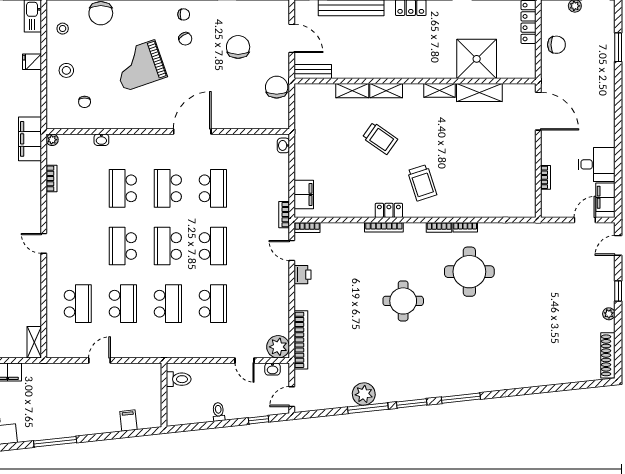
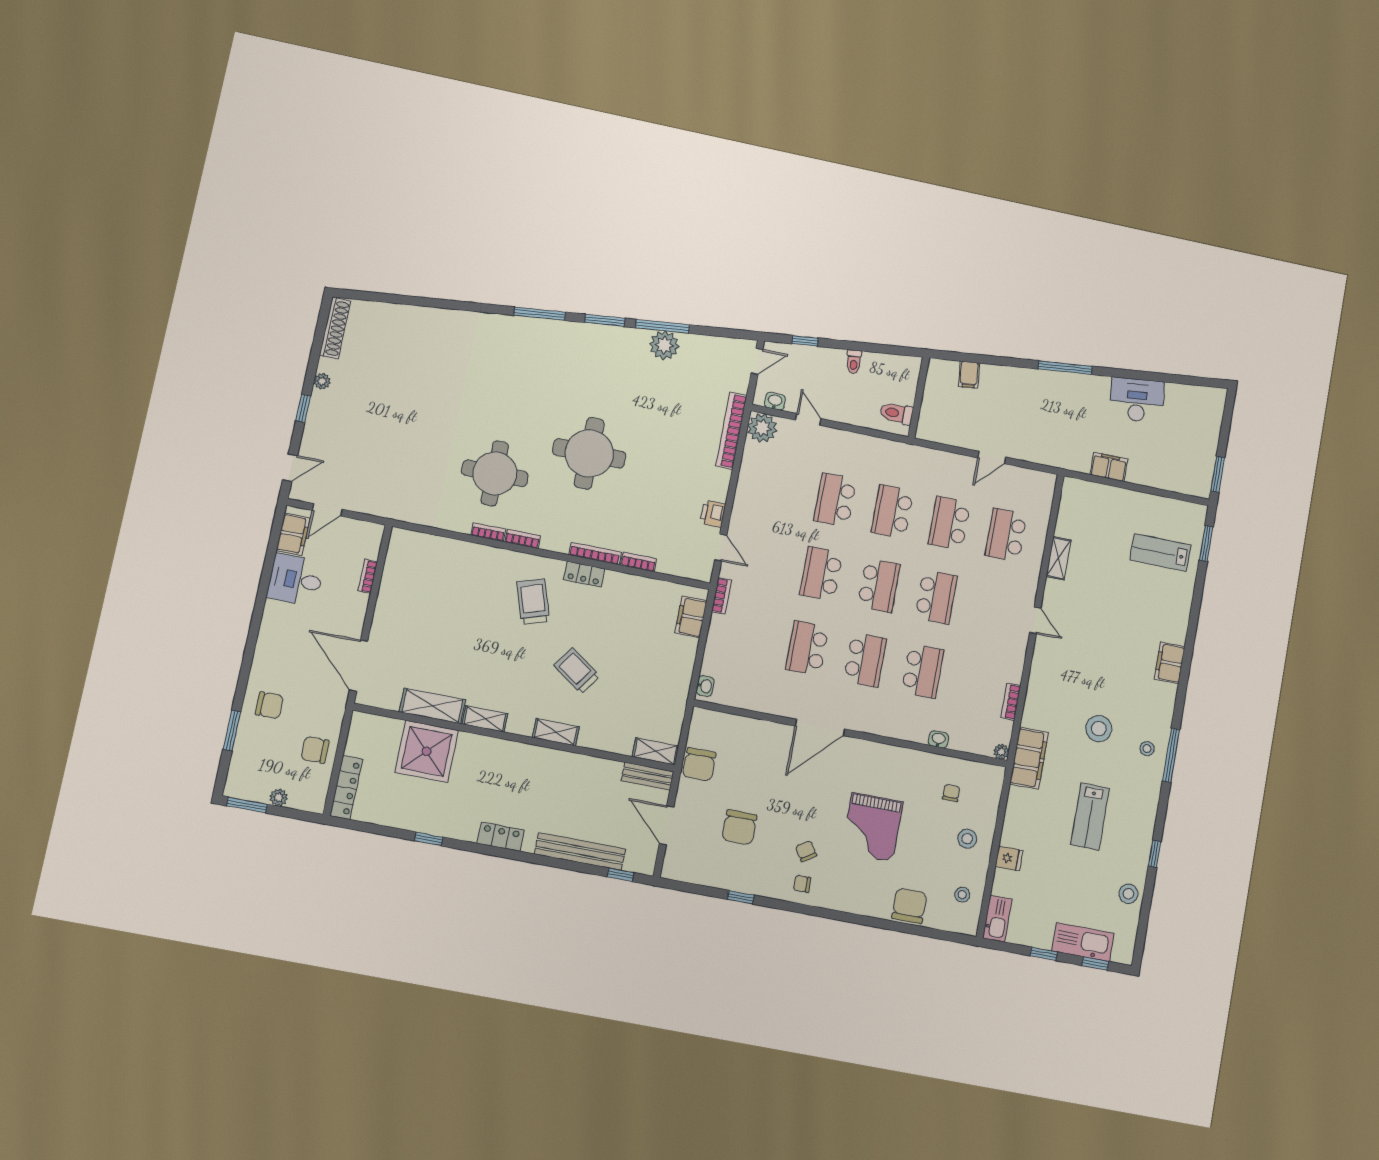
grand piano: (139, 66) -> (872, 827), turned 109
chair: (596, 70) -> (269, 705), added
shelving: (352, 91) -> (655, 751), moved
bookcase: (307, 227) -> (639, 562), moved
round table: (403, 301) -> (589, 453), width x1.36, depth x1.36
shelving: (34, 342) -> (1059, 558), moved

